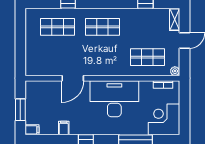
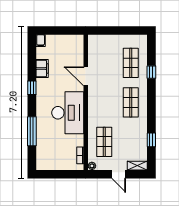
window: (20, 110) -> (58, 30), removed
corner desk: (164, 119) -> (50, 156), removed
filing cabinet: (64, 128) -> (42, 69), width x2.00

